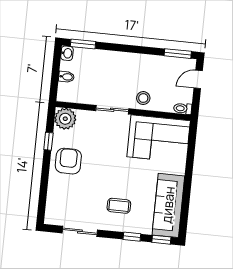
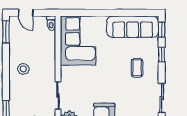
stool: (143, 98) -> (23, 69), moved
sliding door: (112, 110) -> (58, 95), moved

